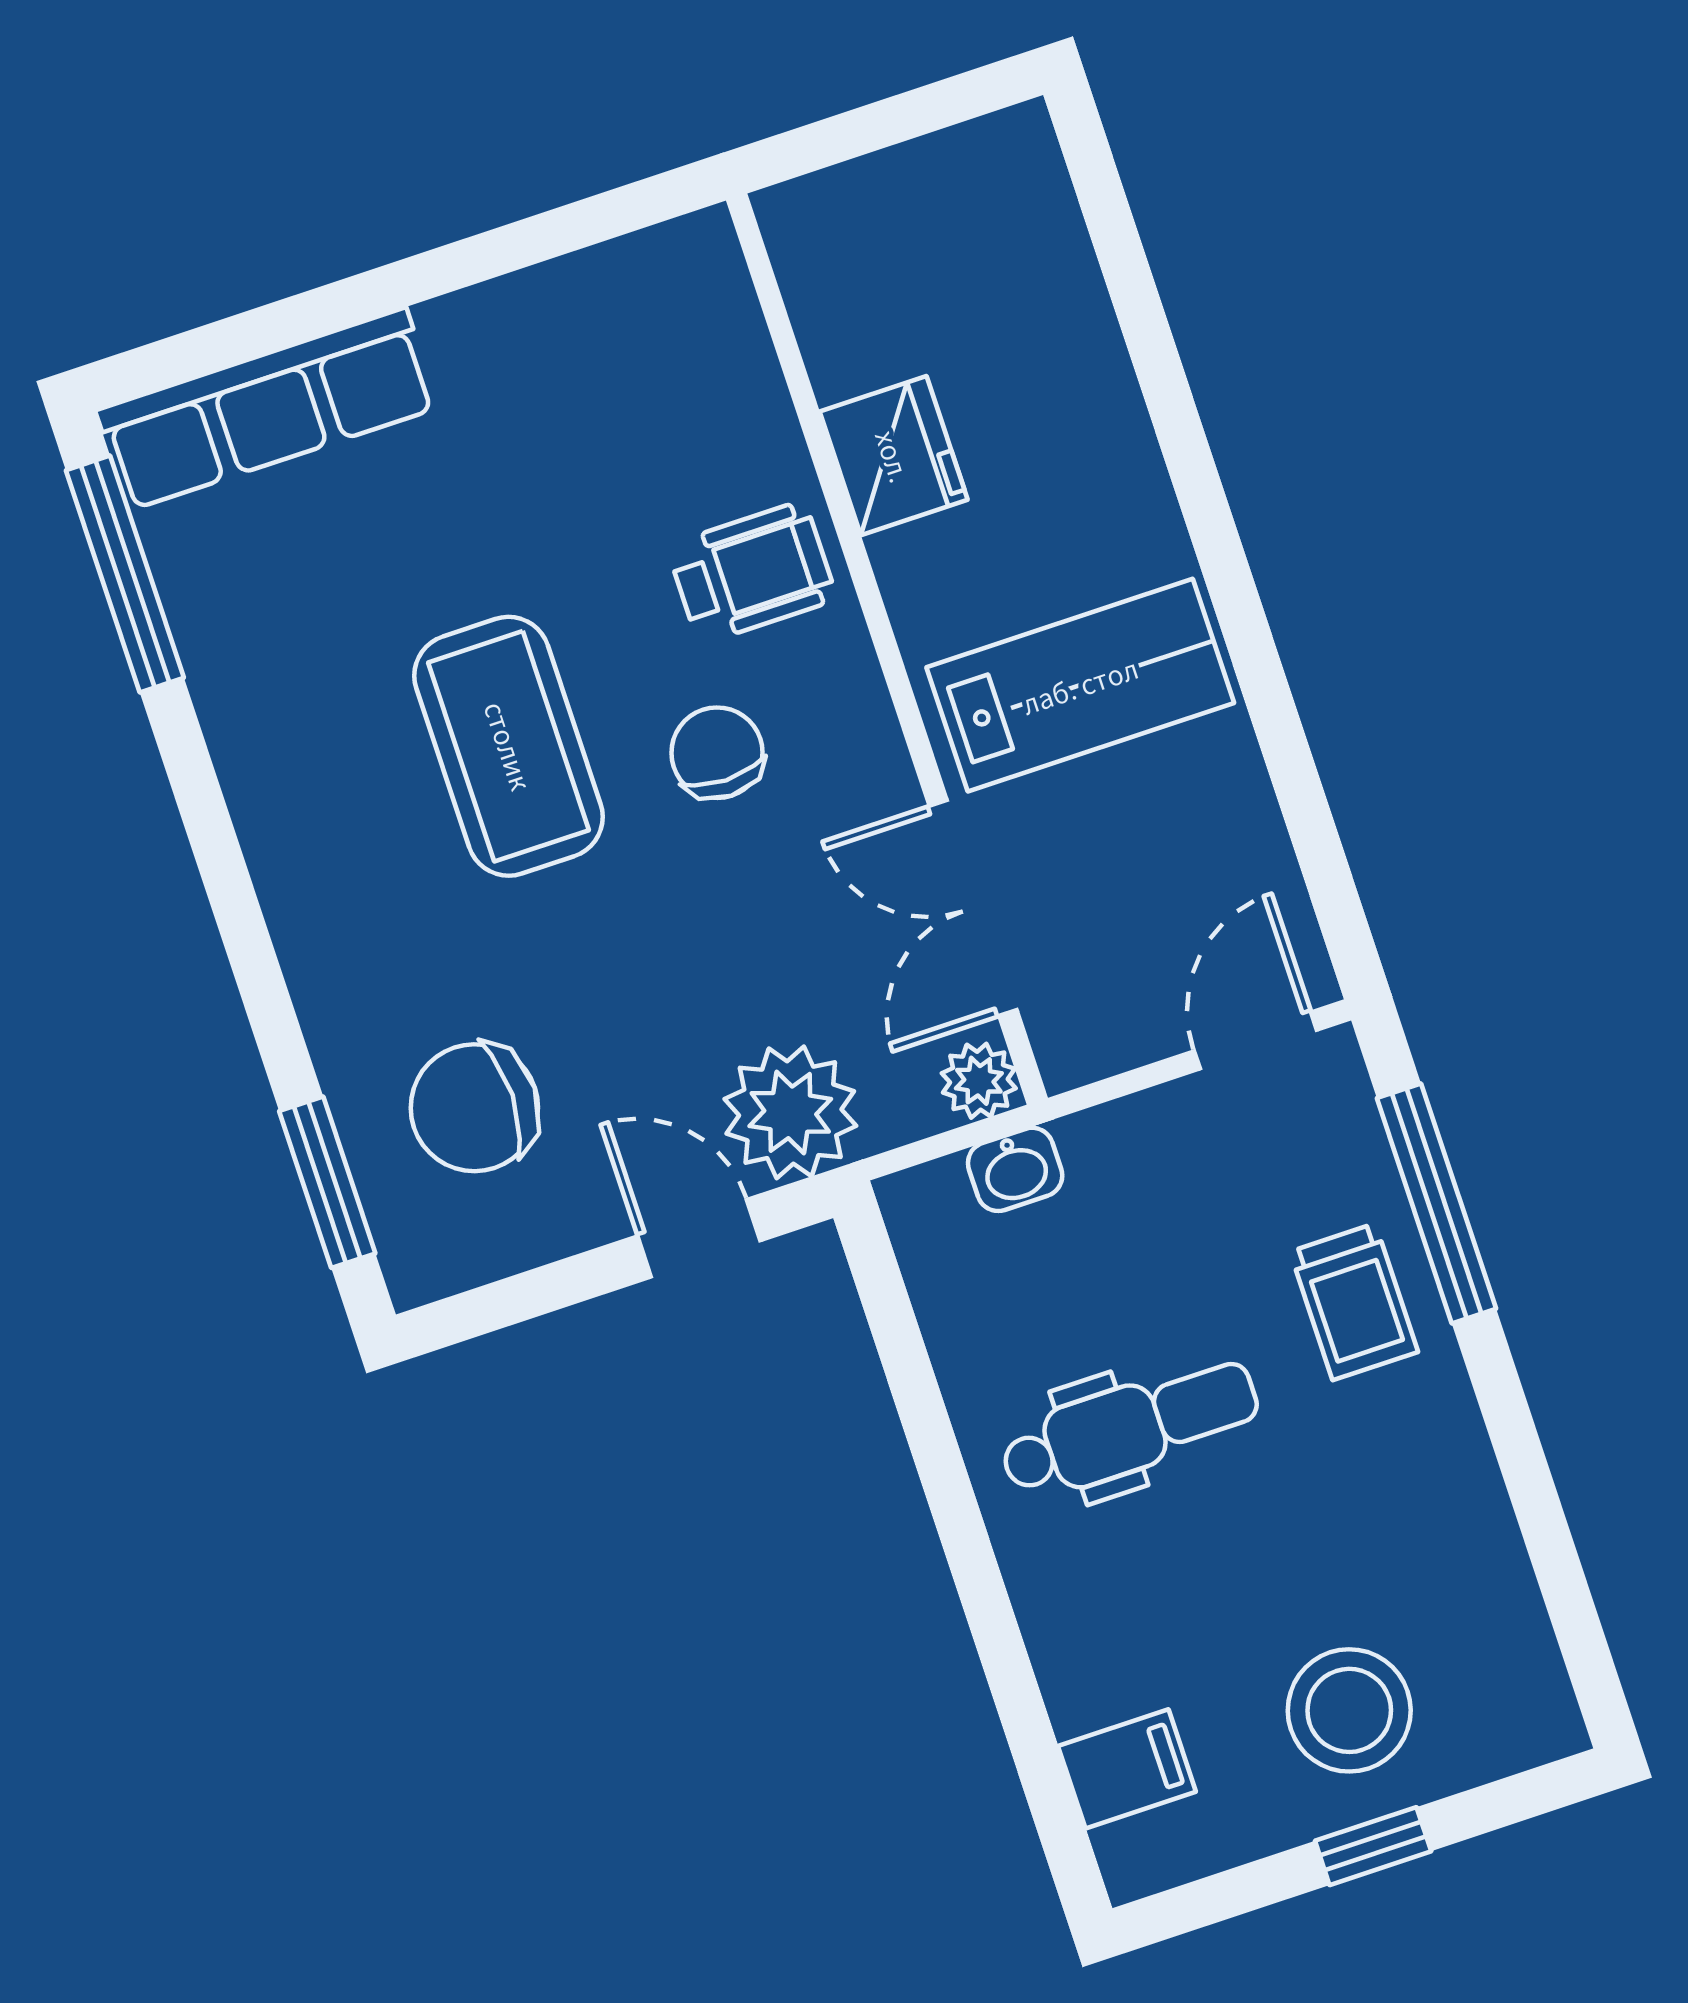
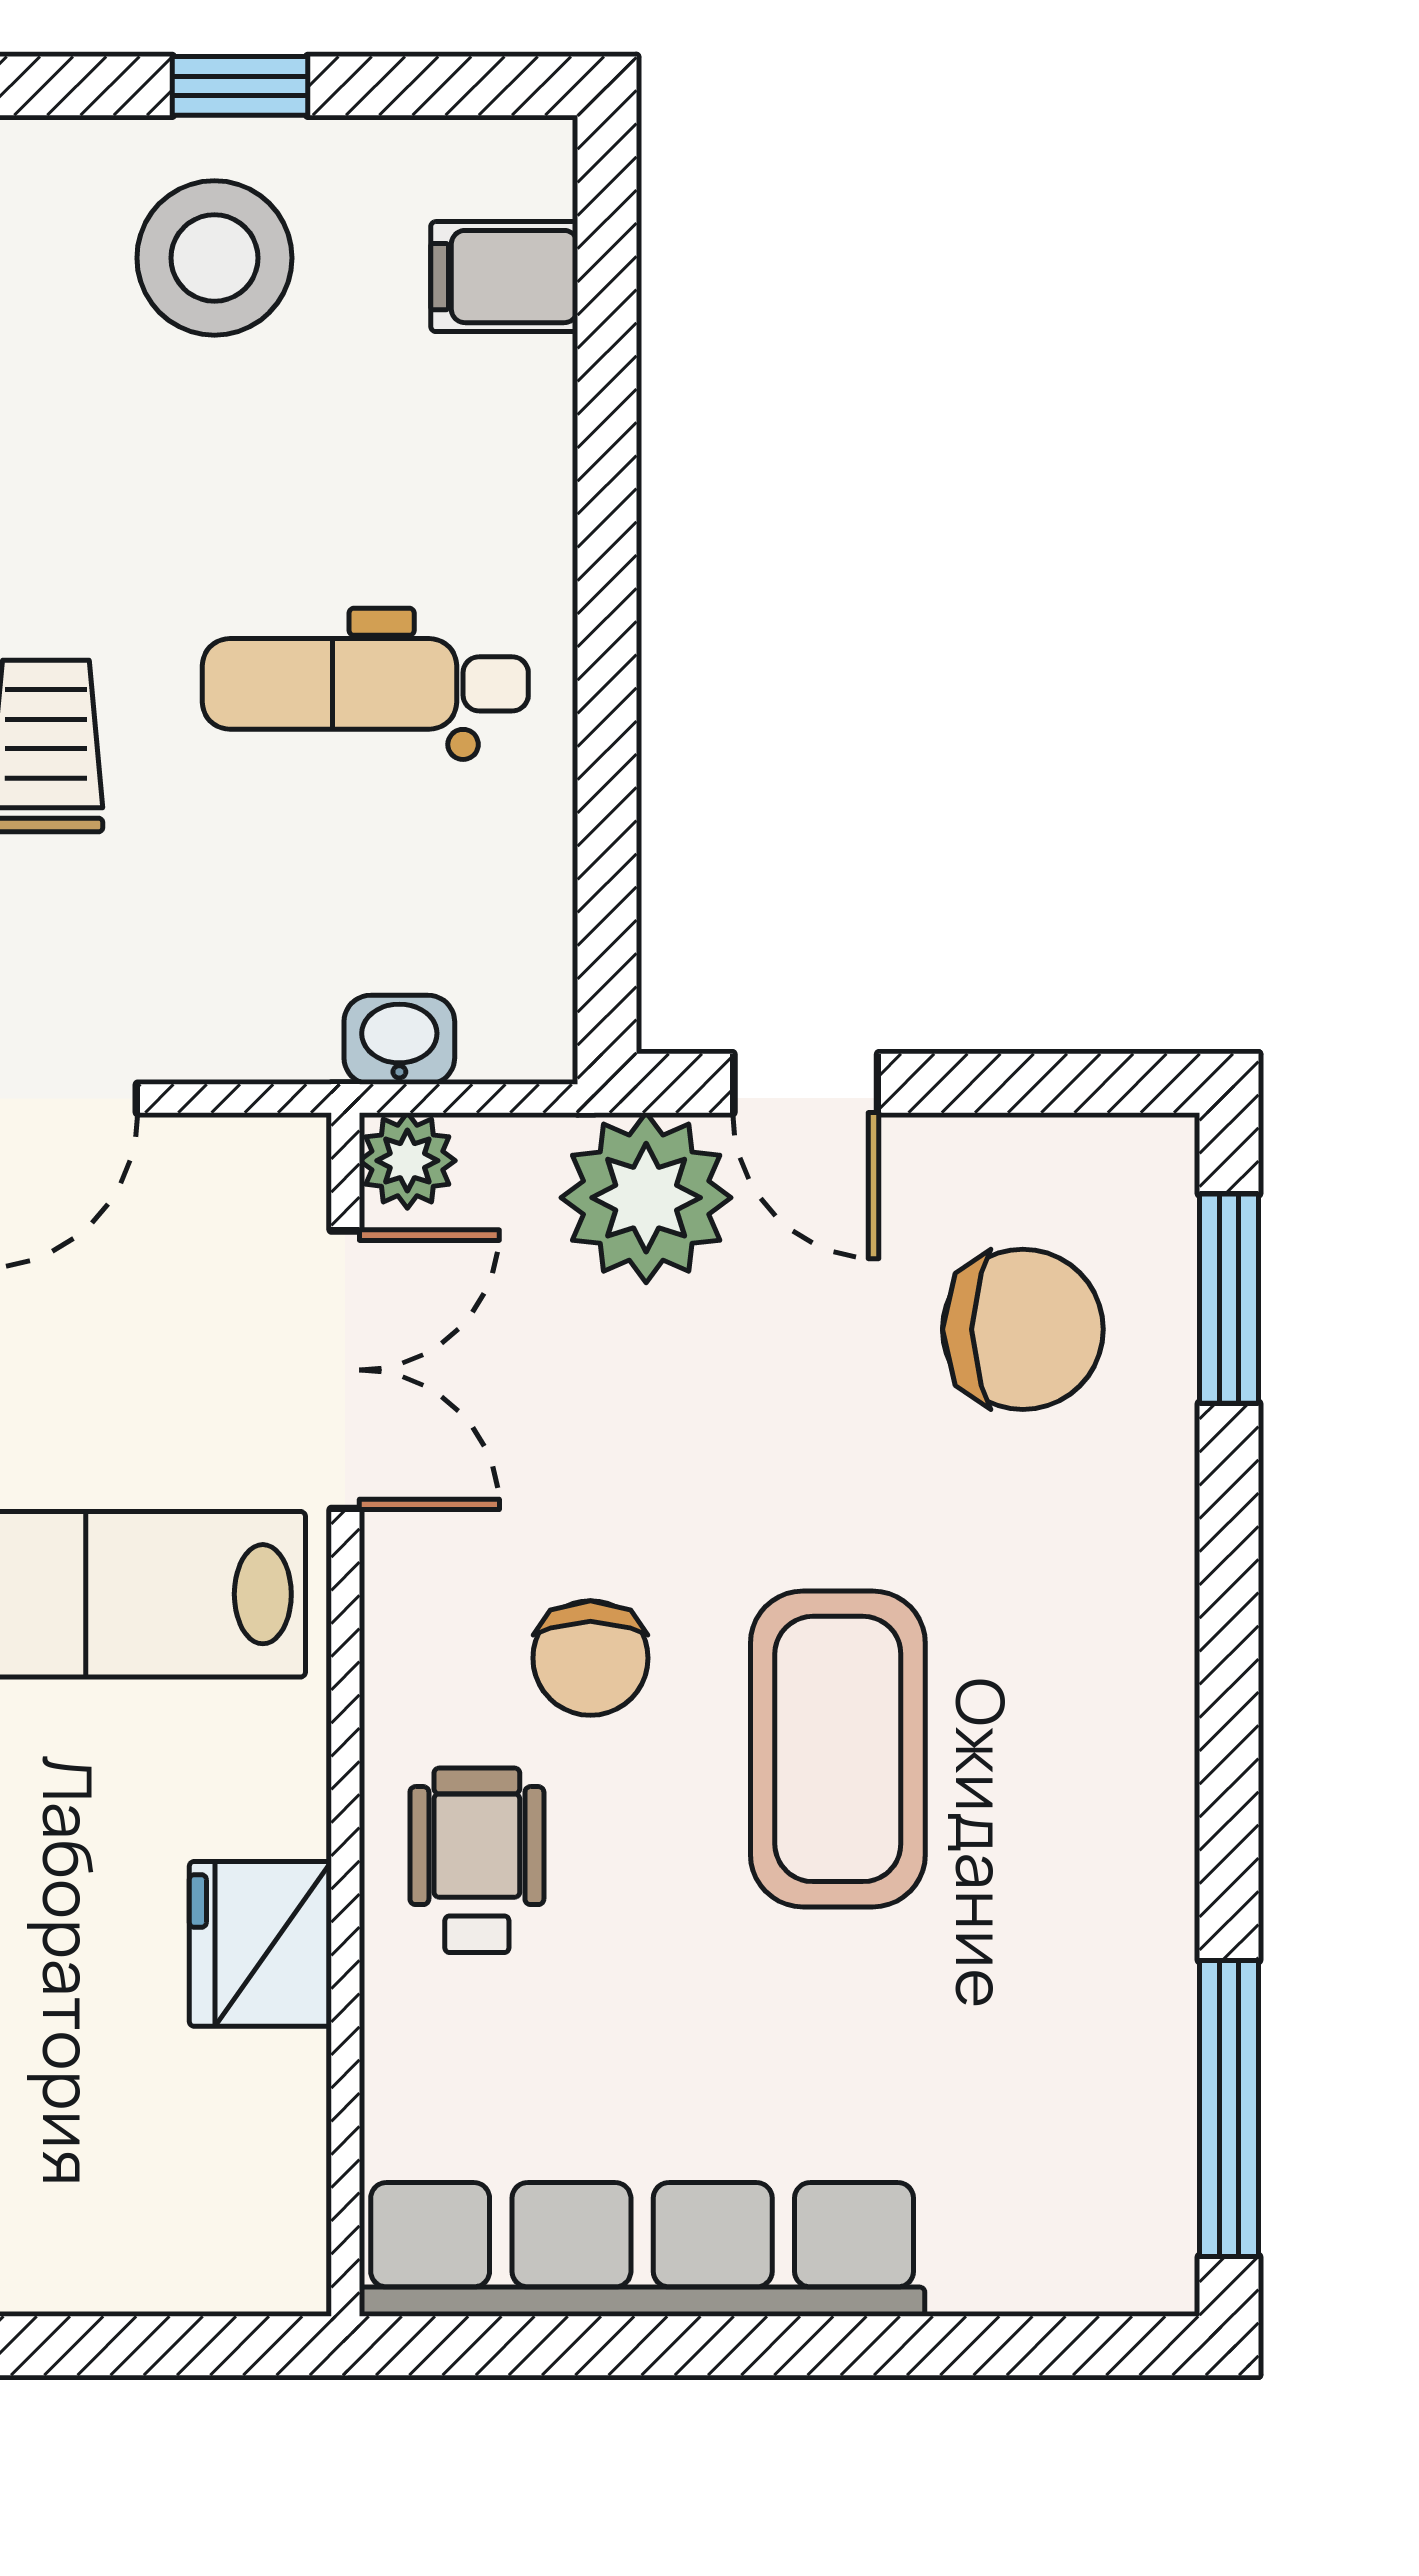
row of seats: (267, 409) -> (642, 2249), moved, width x1.36
wheelchair: (752, 572) -> (477, 1860), turned 90

